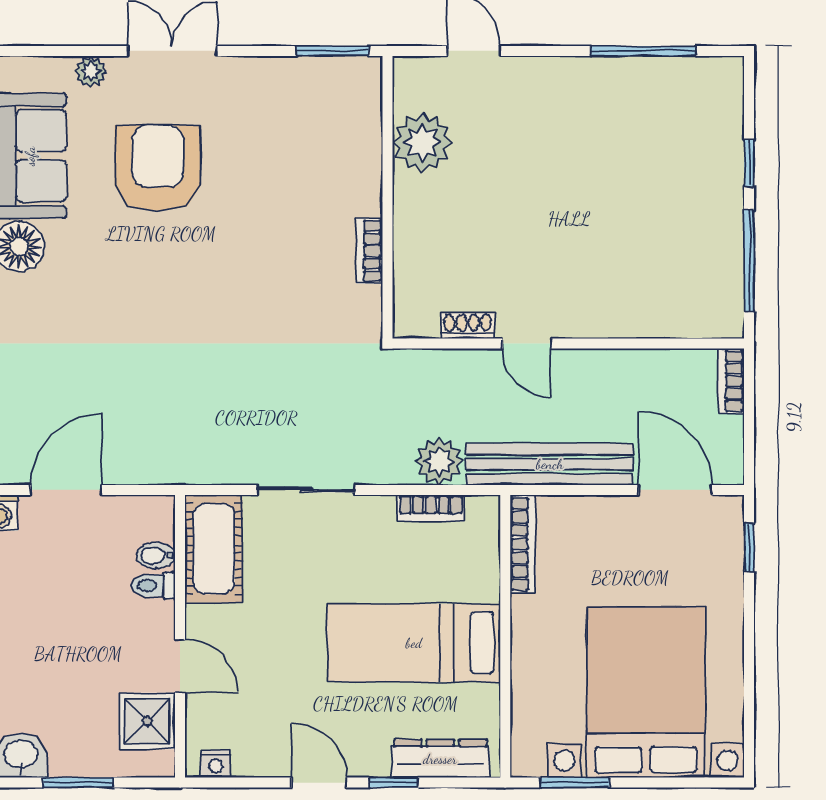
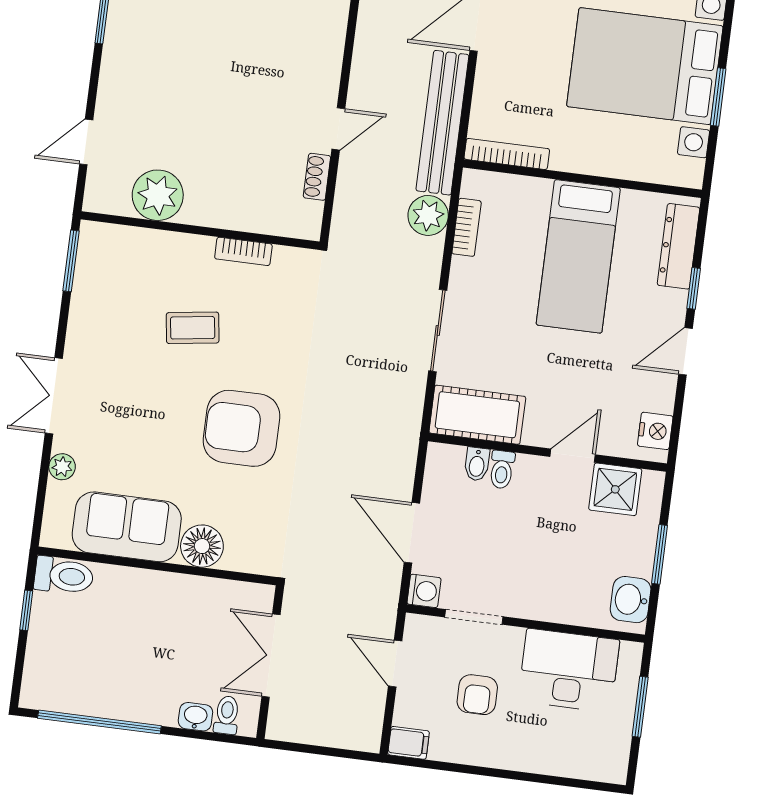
armchair: (158, 168) -> (241, 428), moved
coffee table: (273, 203) -> (193, 328), added
nightstand: (216, 764) -> (655, 431), width x1.39, depth x1.35
window: (575, 783) -> (718, 97), moved

